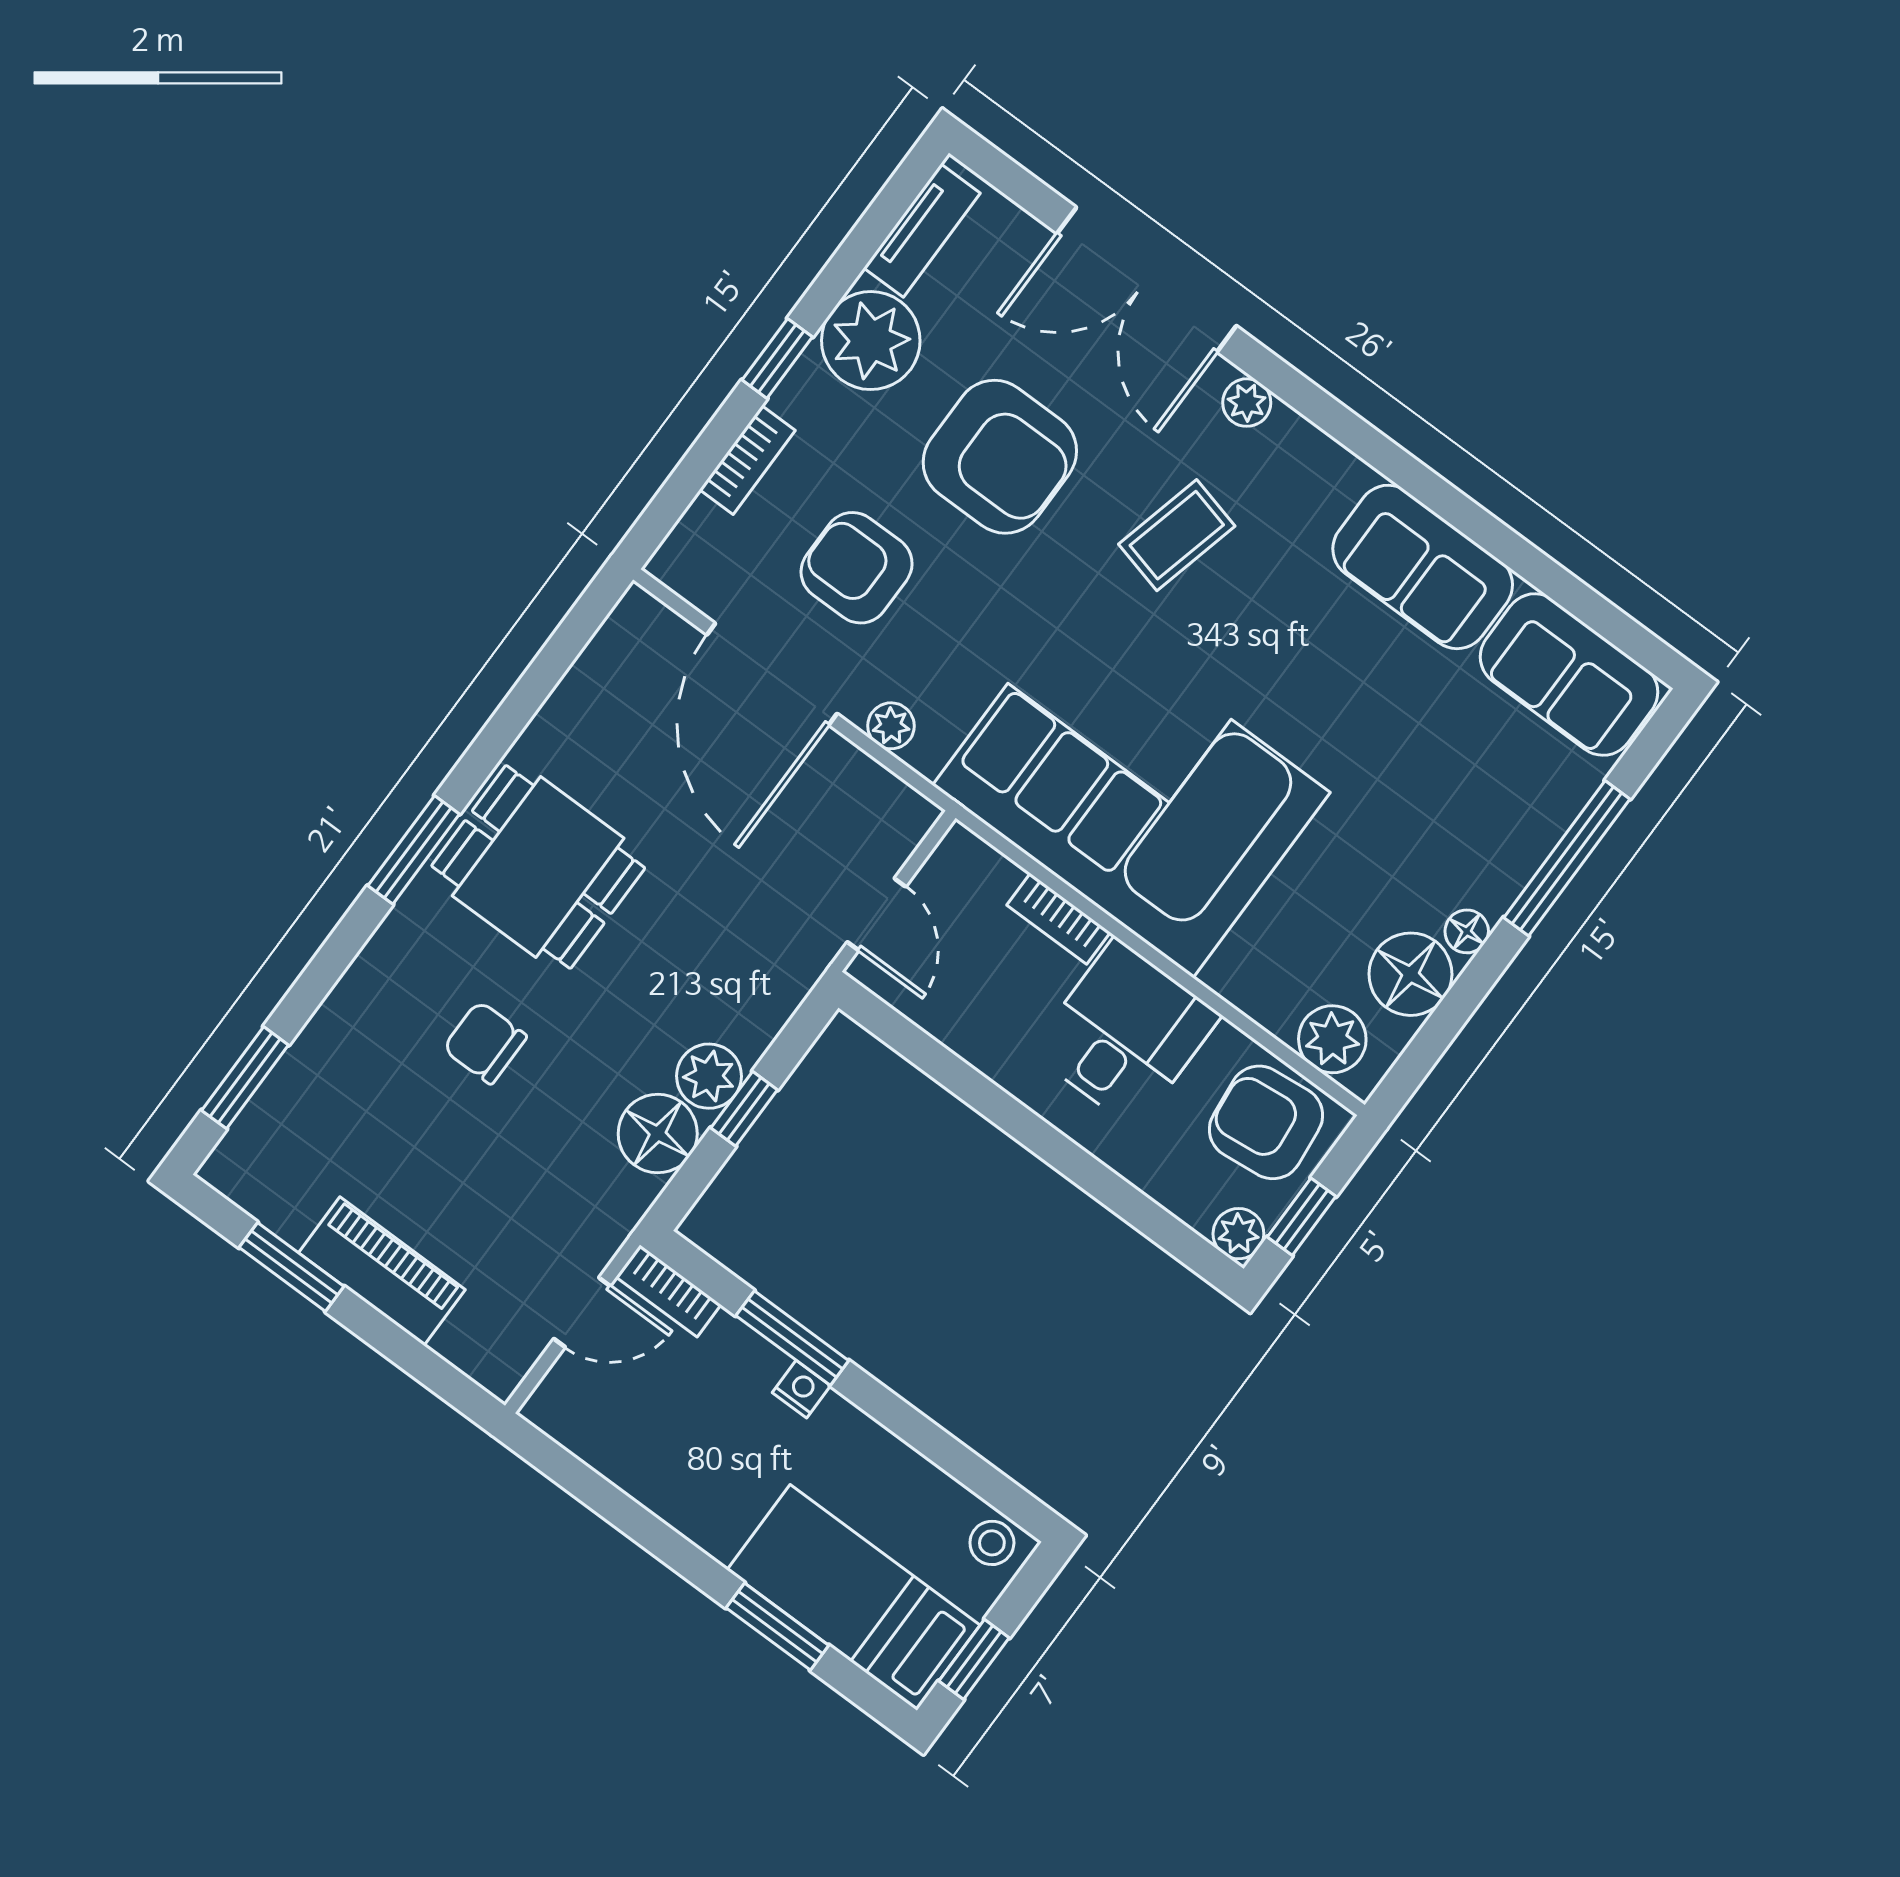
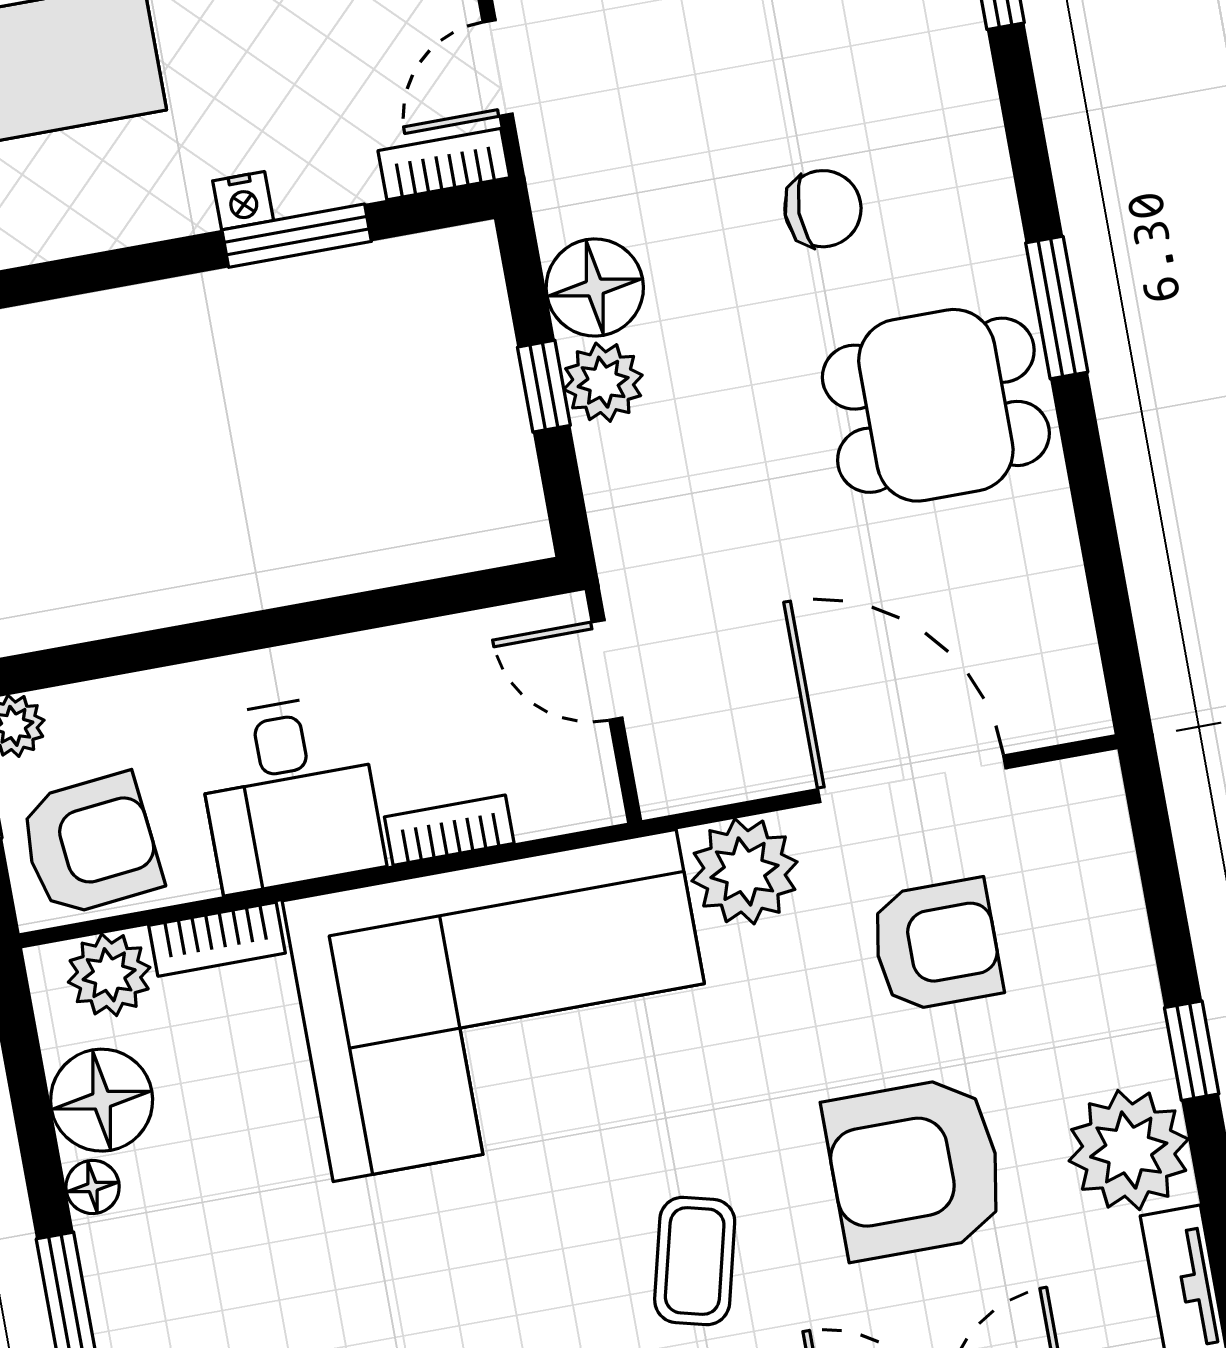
bookcase: (747, 460) -> (217, 939), moved, turned -90
plant: (891, 726) -> (744, 871), width x1.88, depth x1.88

